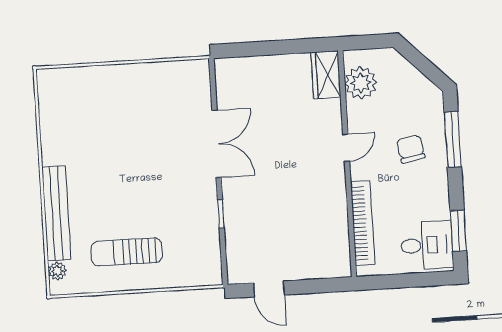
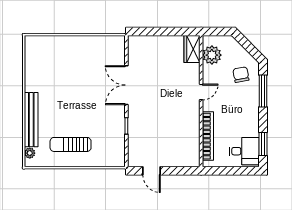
double door: (217, 144) -> (126, 85), swing flipped
chair: (411, 149) -> (241, 75), moved

